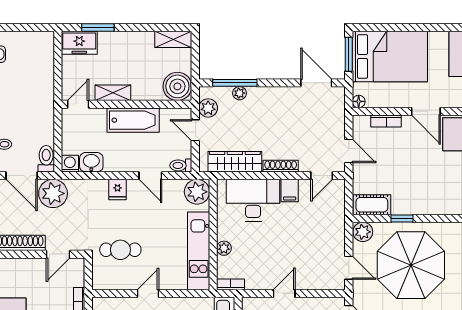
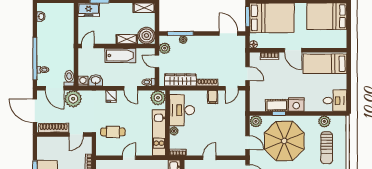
shelving: (113, 93) -> (127, 39), moved
desk: (253, 200) -> (182, 110), moved, turned -90
nightstand: (431, 203) -> (296, 105), added
cot: (372, 205) -> (277, 105), moved

